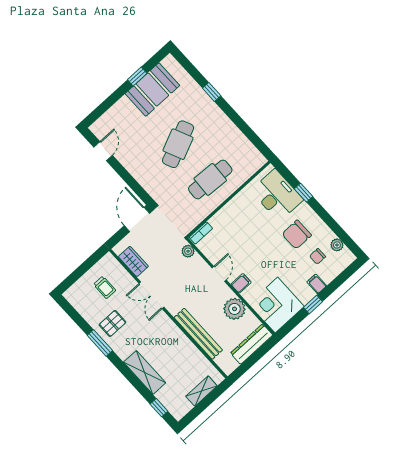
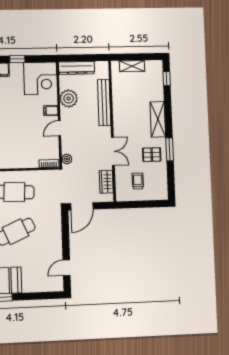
shelving: (145, 372) -> (158, 119), moved

